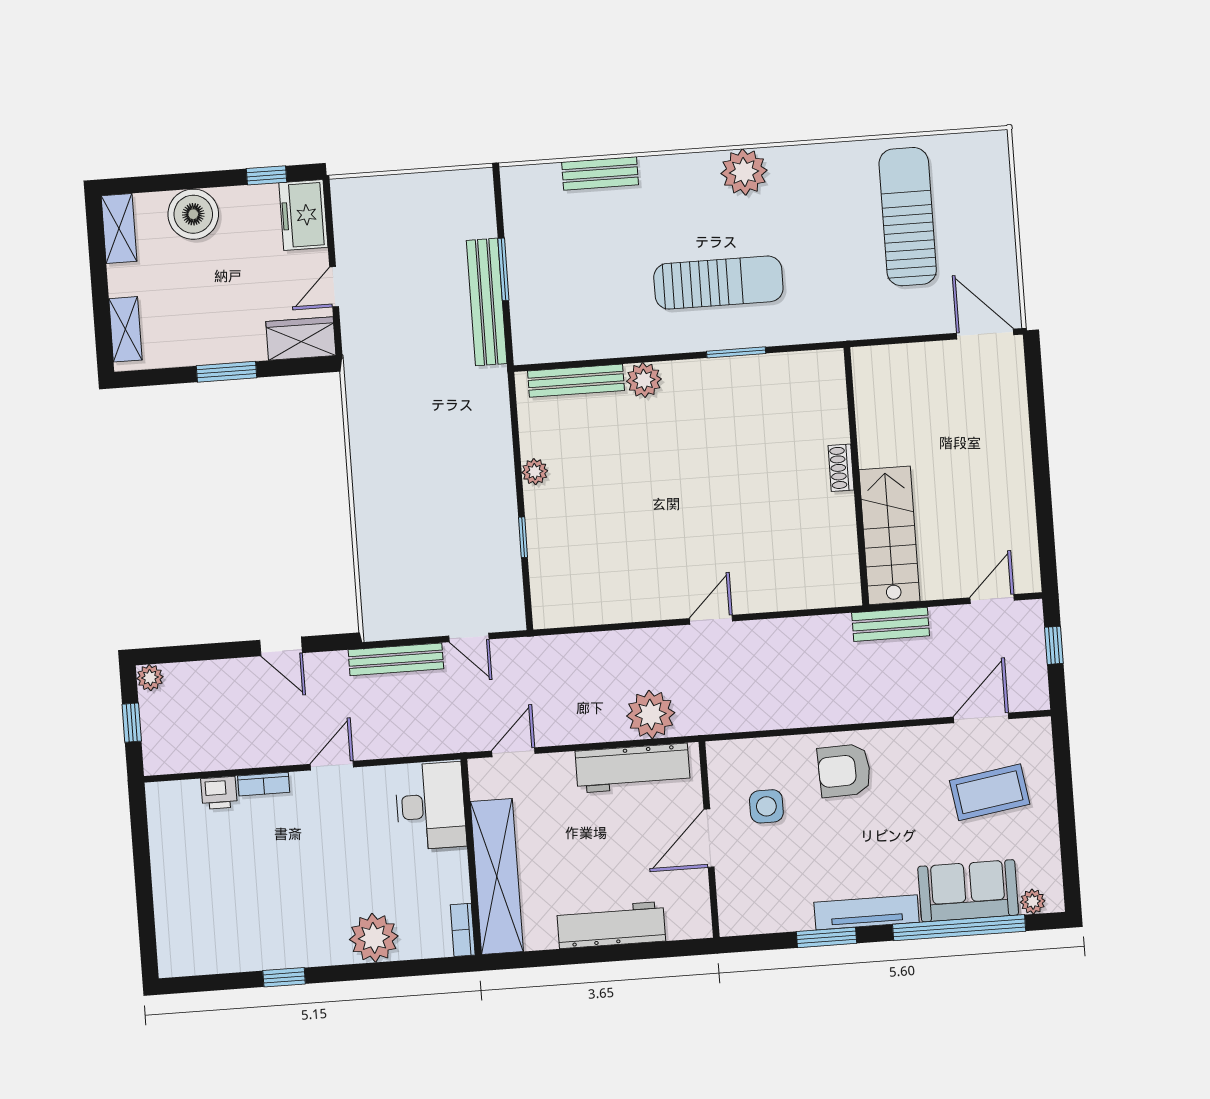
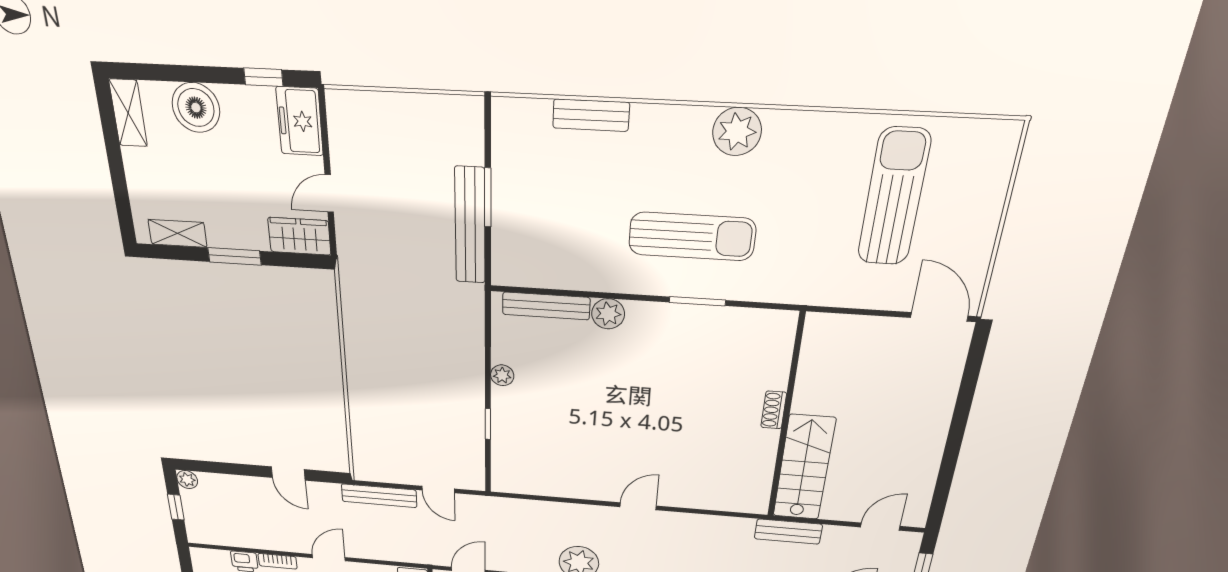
shelving: (125, 329) -> (178, 233), moved, turned 90

